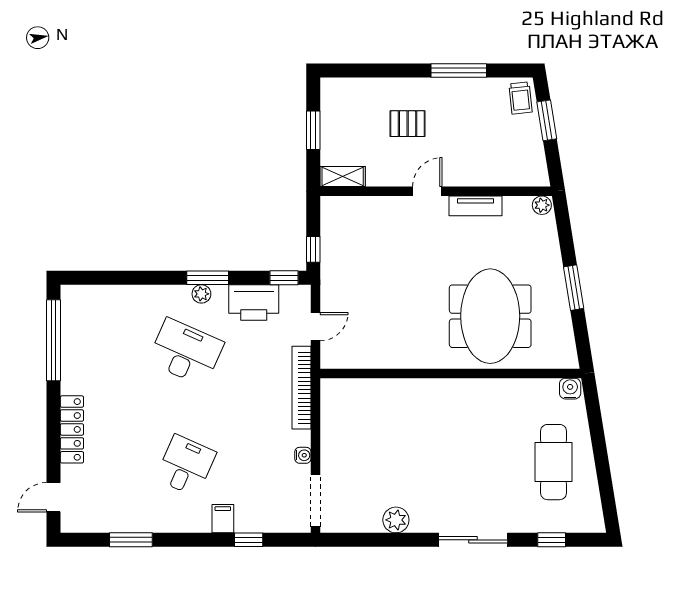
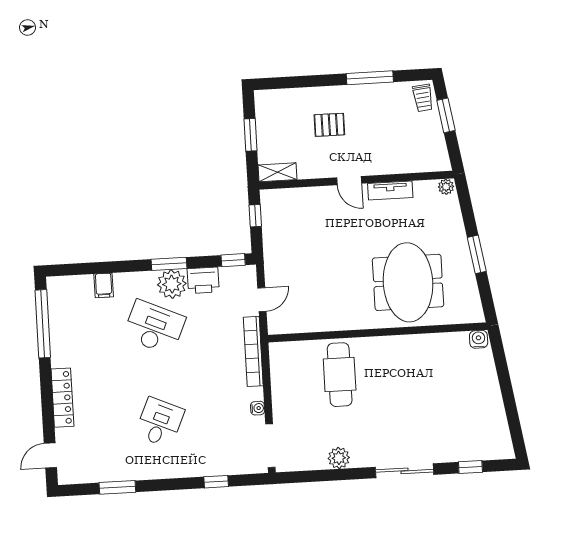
door: (427, 191) -> (349, 181), swing flipped
window: (313, 249) -> (255, 216), moved
plant: (201, 294) -> (172, 284), width x1.88, depth x1.88
printer: (254, 303) -> (203, 280), width x0.73, depth x0.84
cafe table: (554, 462) -> (340, 375), moved
filing cabinet: (223, 519) -> (104, 285), moved, turned 180

